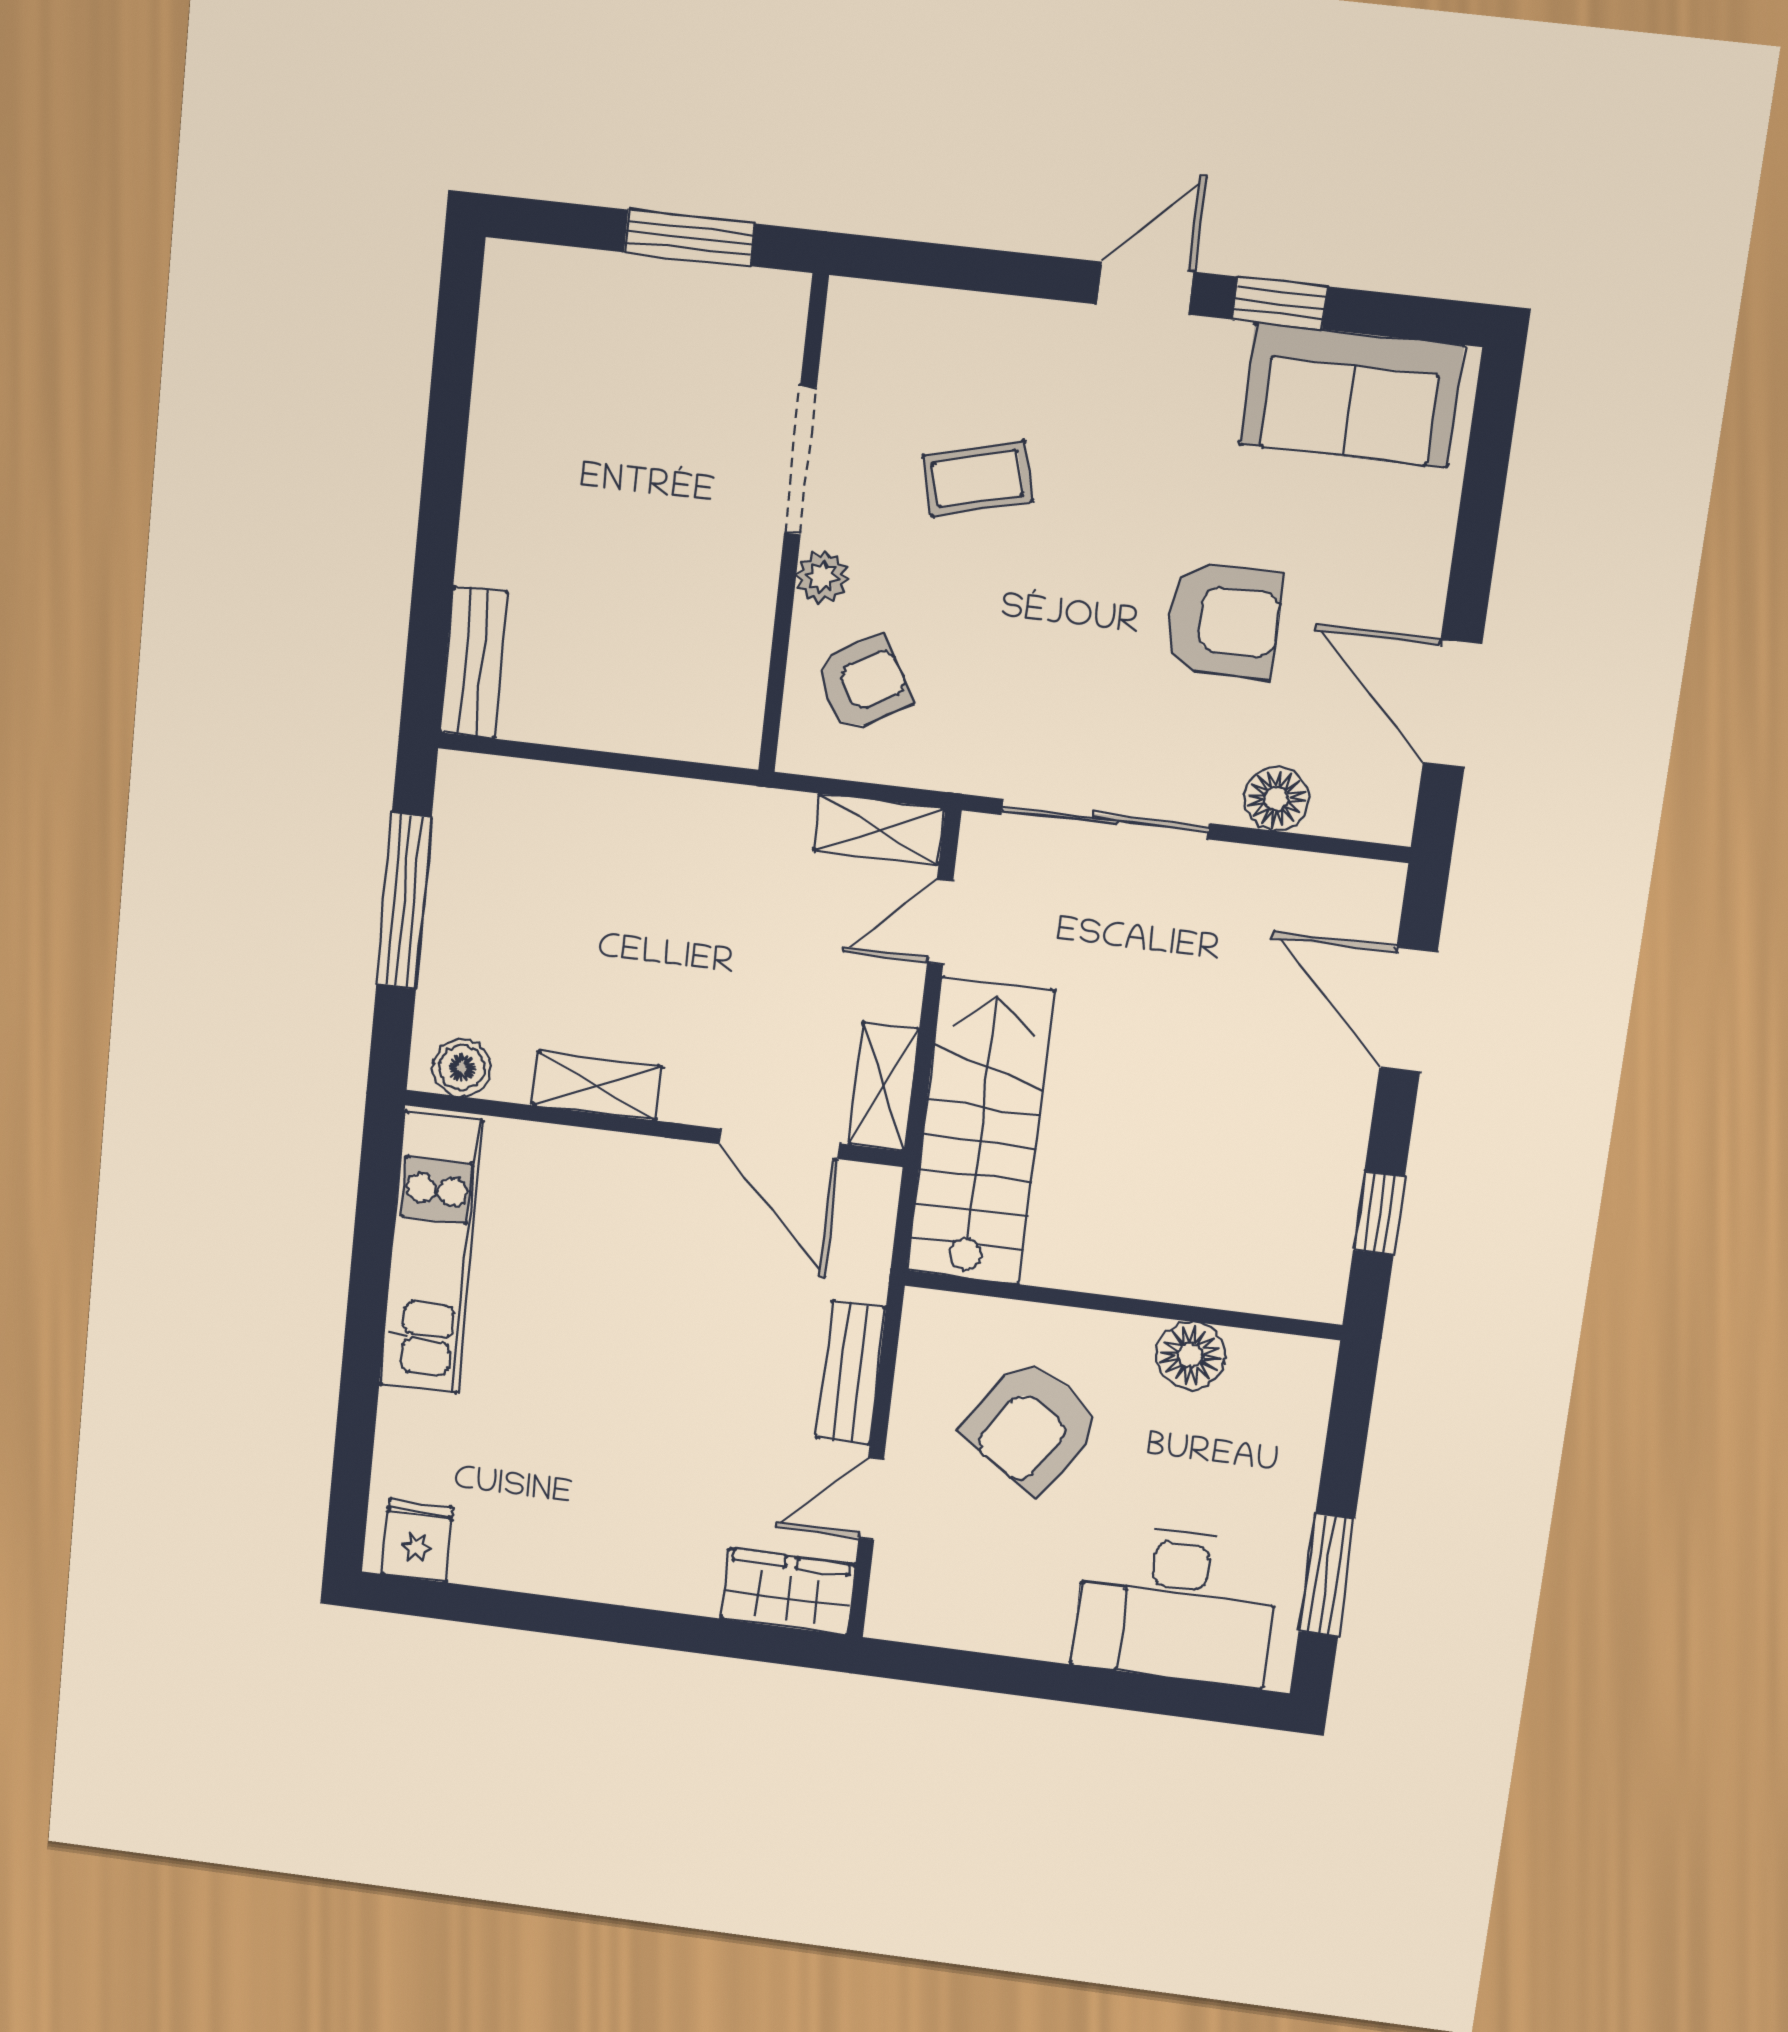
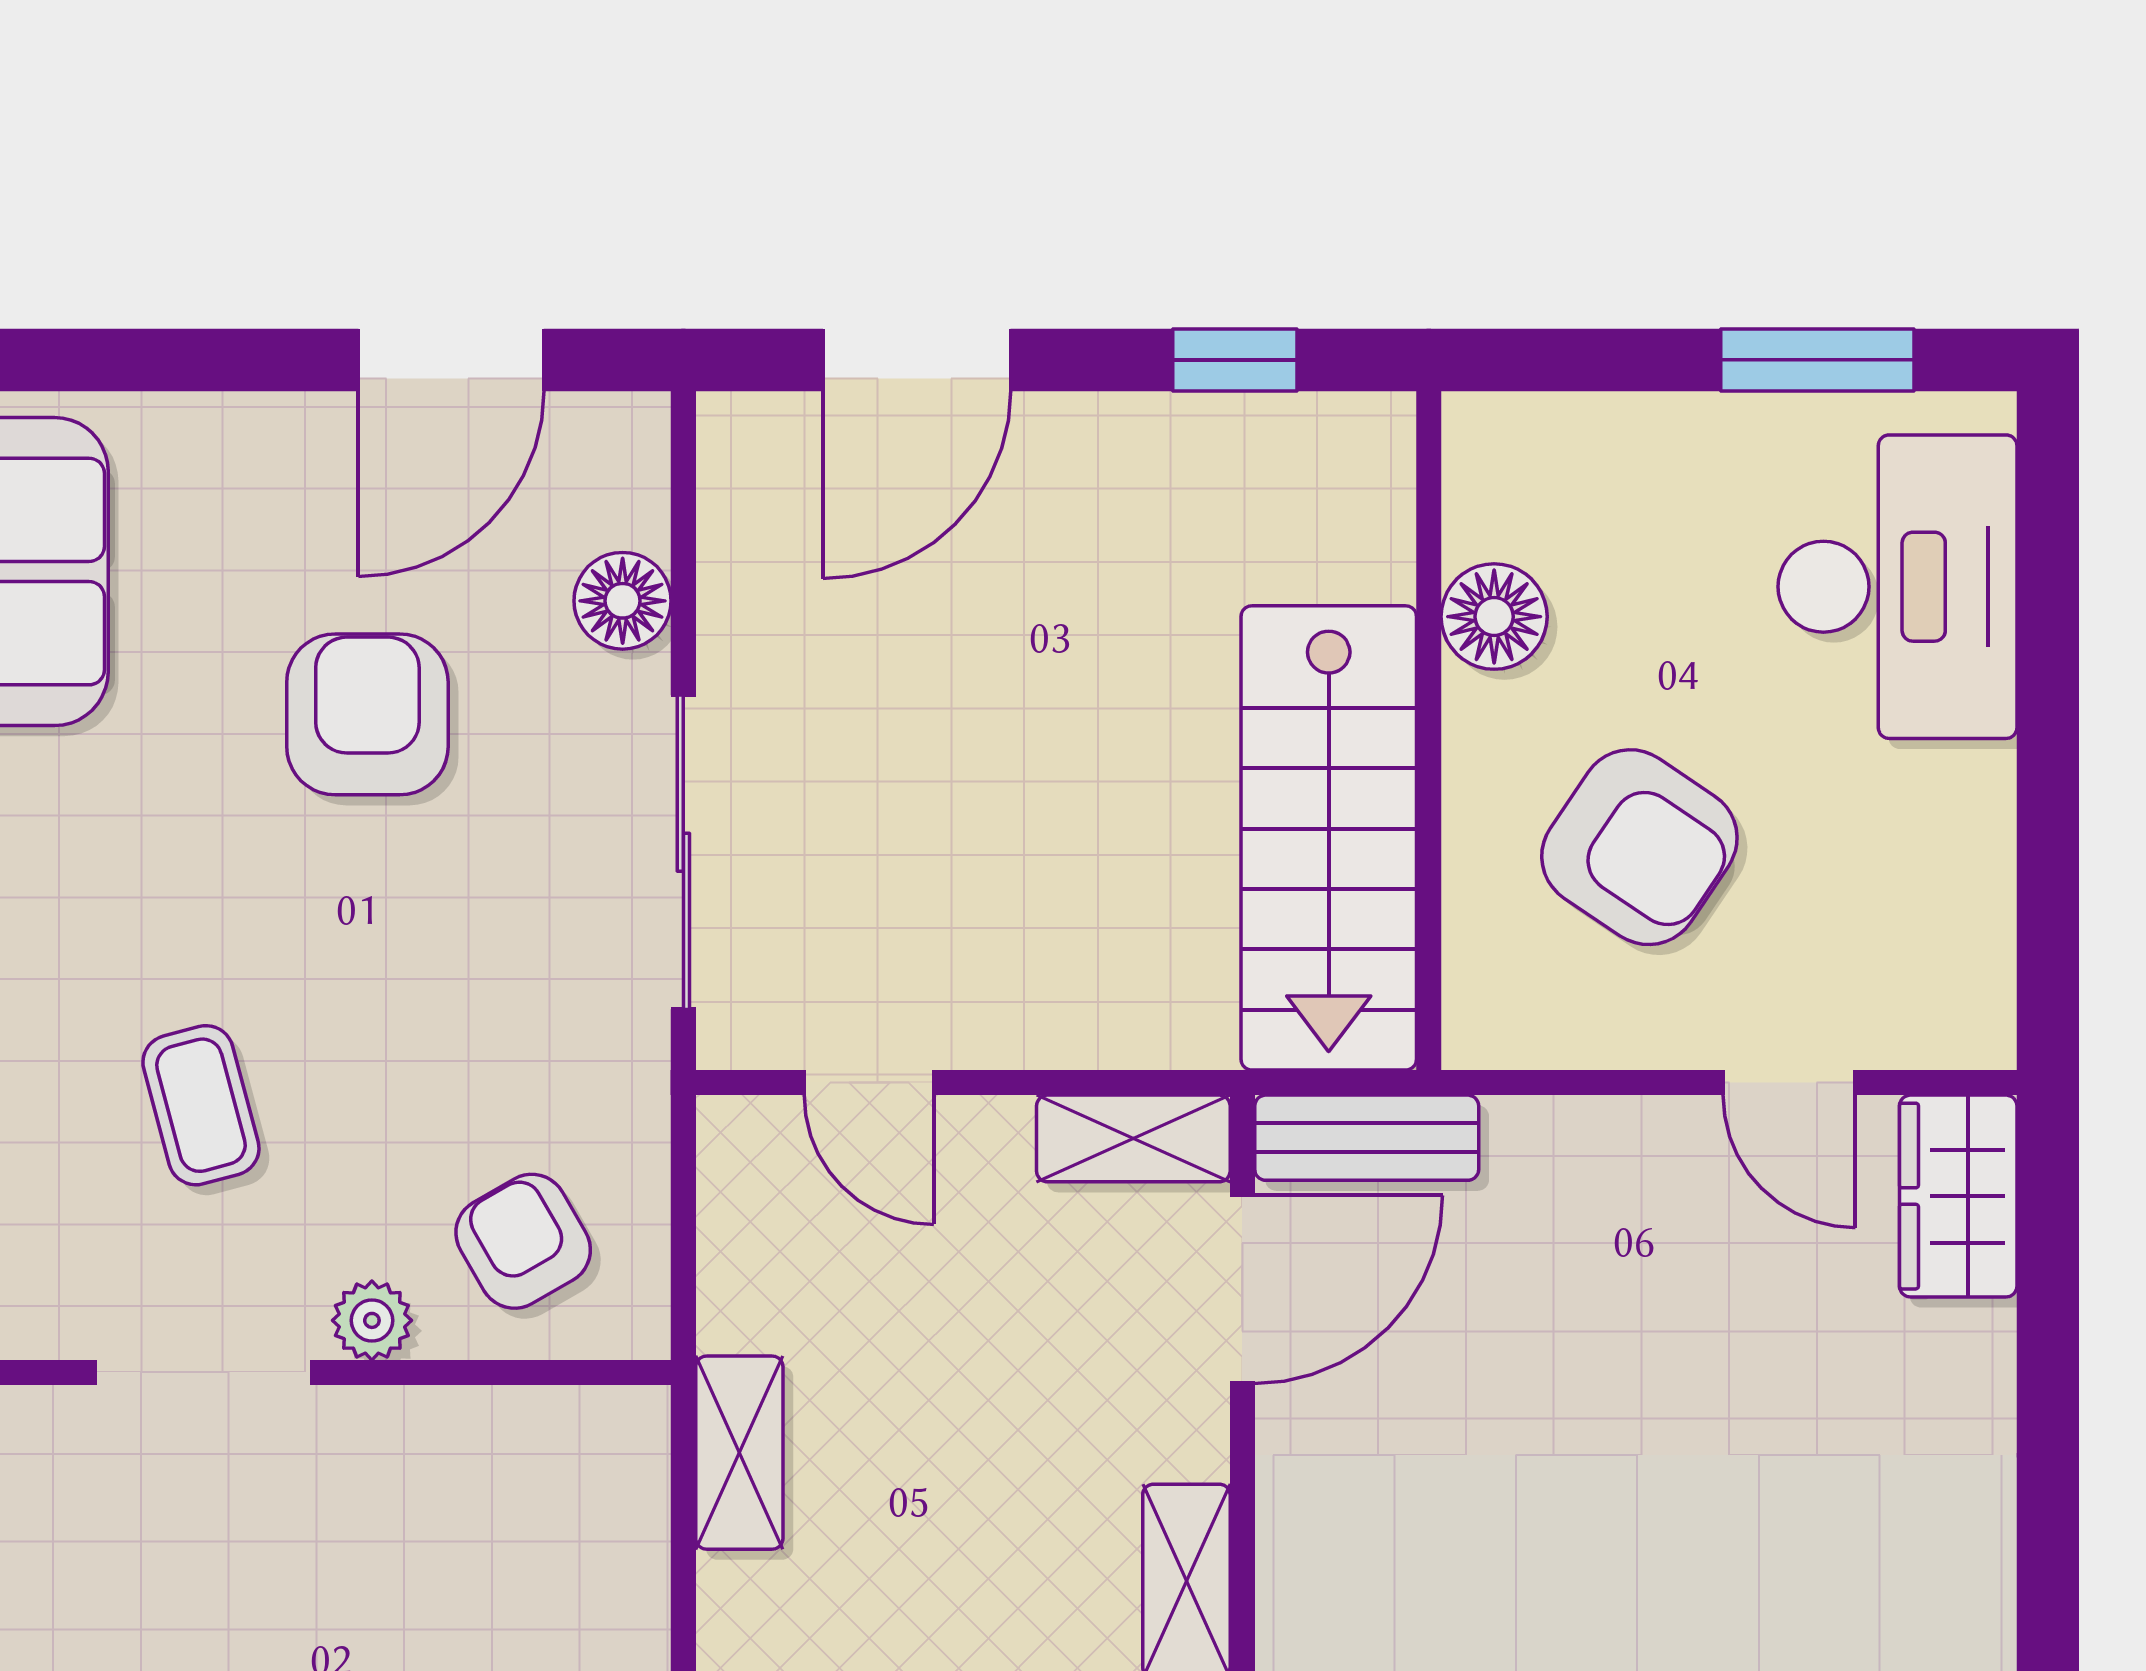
shelving: (879, 829) -> (739, 1453), moved
stairs: (980, 1131) -> (1329, 838), moved, turned -90
bench: (851, 1372) -> (1367, 1138), moved

